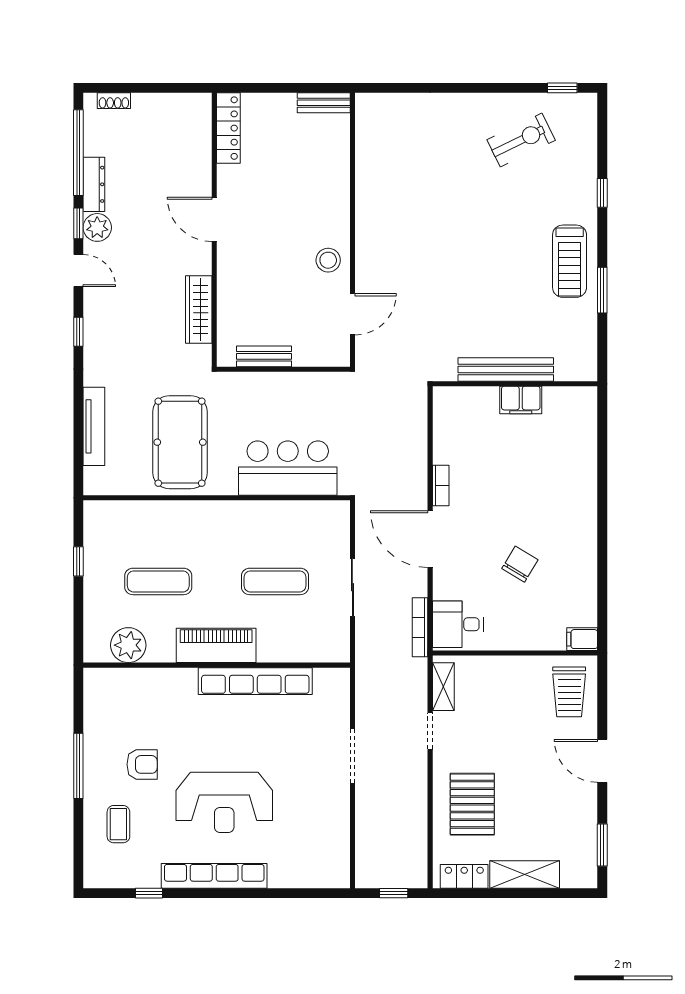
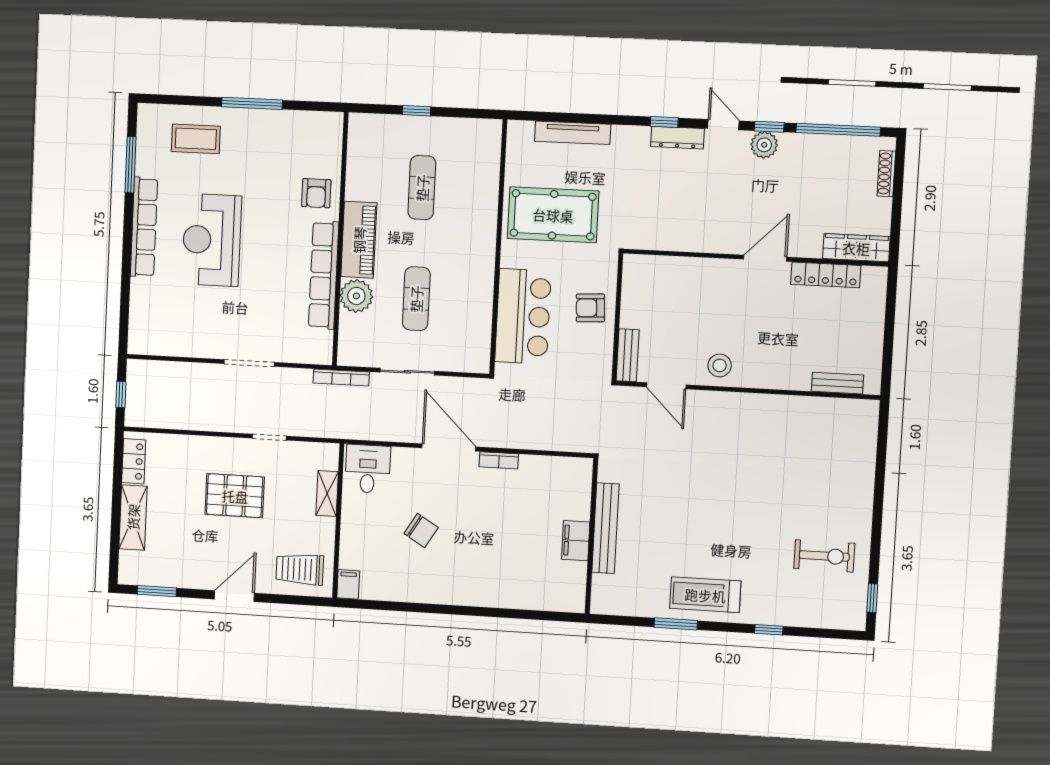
shoe rack: (114, 101) -> (886, 174), width x1.43
bench: (324, 103) -> (838, 383), moved, turned 90
locker: (228, 128) -> (826, 275), moved
exercise bike: (521, 140) -> (824, 556), turned -64
dresser: (94, 184) -> (677, 138), moved
door: (78, 271) -> (723, 125), swing flipped
wardrobe: (199, 310) -> (856, 248), moved
bench: (264, 356) -> (628, 355), moved
armchair: (275, 398) -> (590, 308), added
door: (430, 539) -> (449, 447), hinge flipped
window: (78, 561) -> (417, 111), moved
bookcase: (420, 627) -> (341, 378), moved, turned 180
plant: (128, 645) -> (356, 296), moved
shelving: (443, 687) -> (327, 493), moved, turned 90
armchair: (142, 764) -> (316, 193), moved
pallet: (472, 804) -> (235, 496), moved
coffee table: (118, 824) -> (196, 139), width x1.36, depth x1.30
window: (149, 893) -> (130, 165), width x2.17

